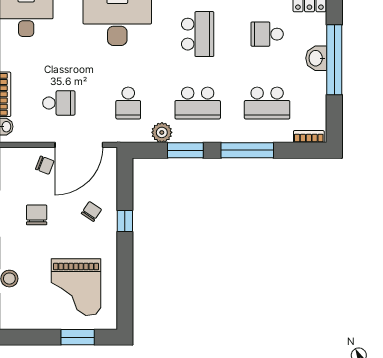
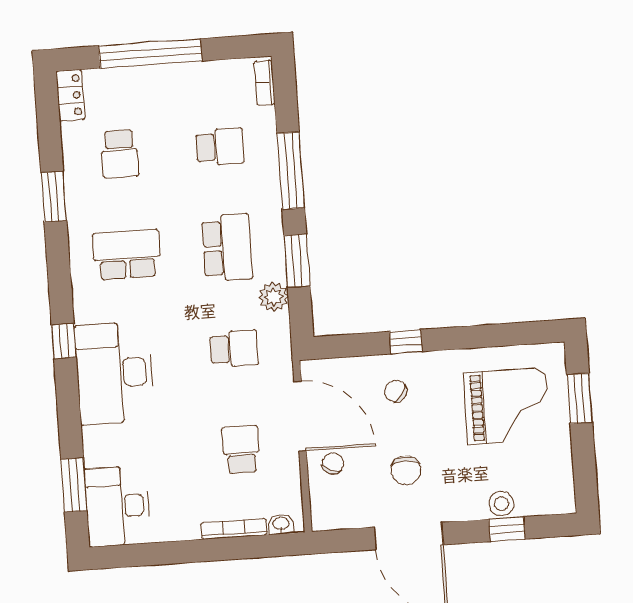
washbasin: (316, 58) -> (150, 80), removed
school desk: (267, 103) -> (220, 147), width x0.54
chair: (37, 215) -> (406, 470), turned -90

